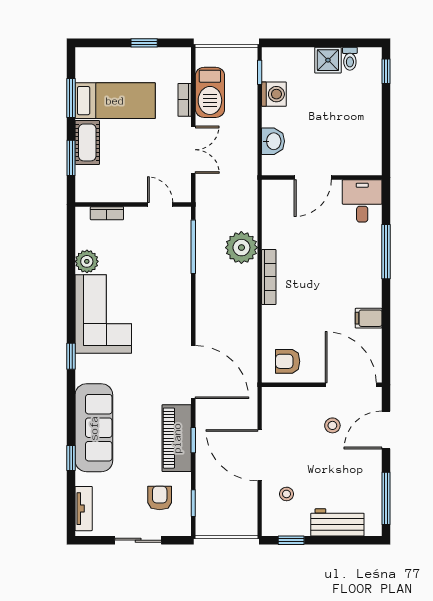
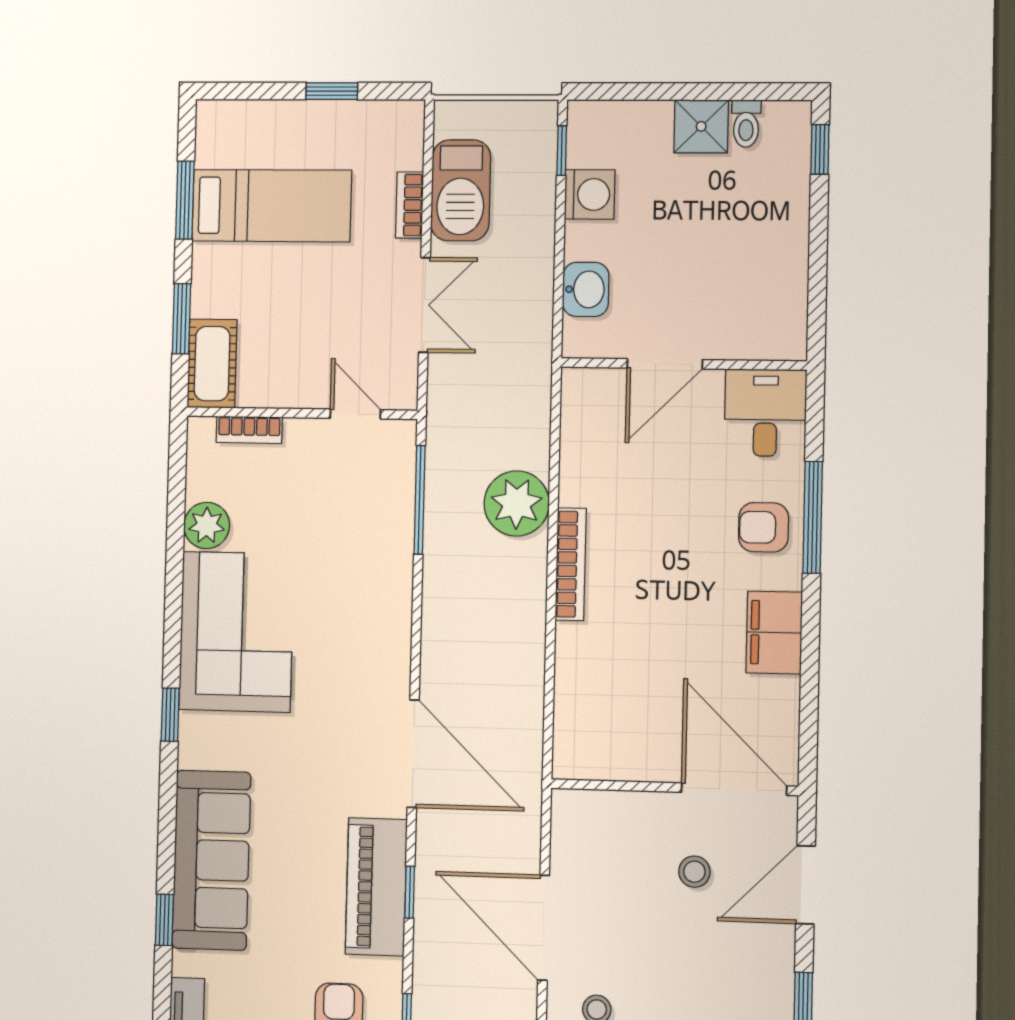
cot: (87, 142) -> (212, 364), moved
filing cabinet: (369, 318) -> (774, 633), width x2.00
armchair: (288, 361) -> (764, 527), moved

